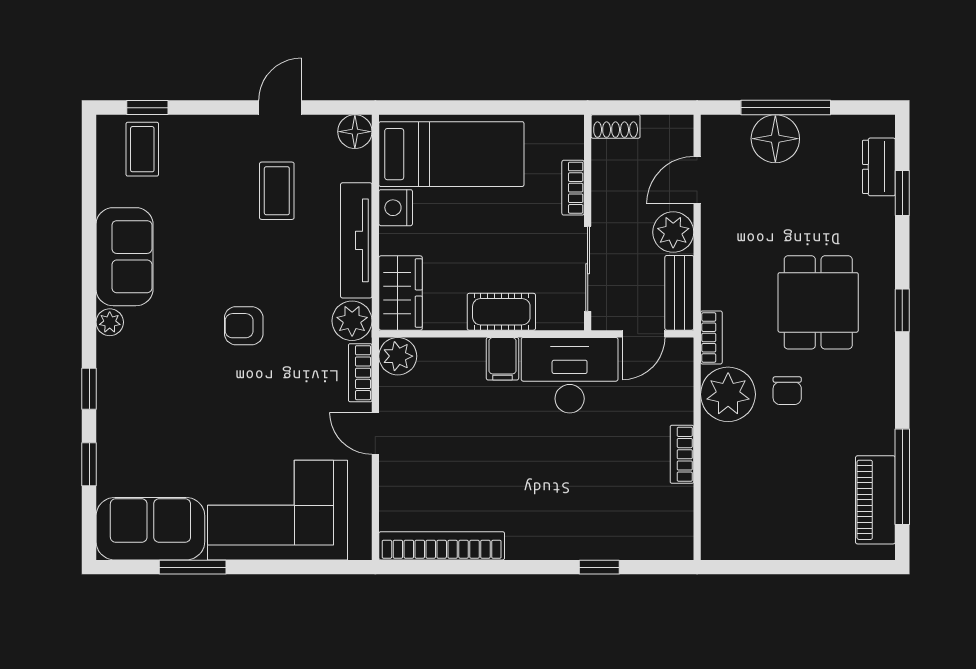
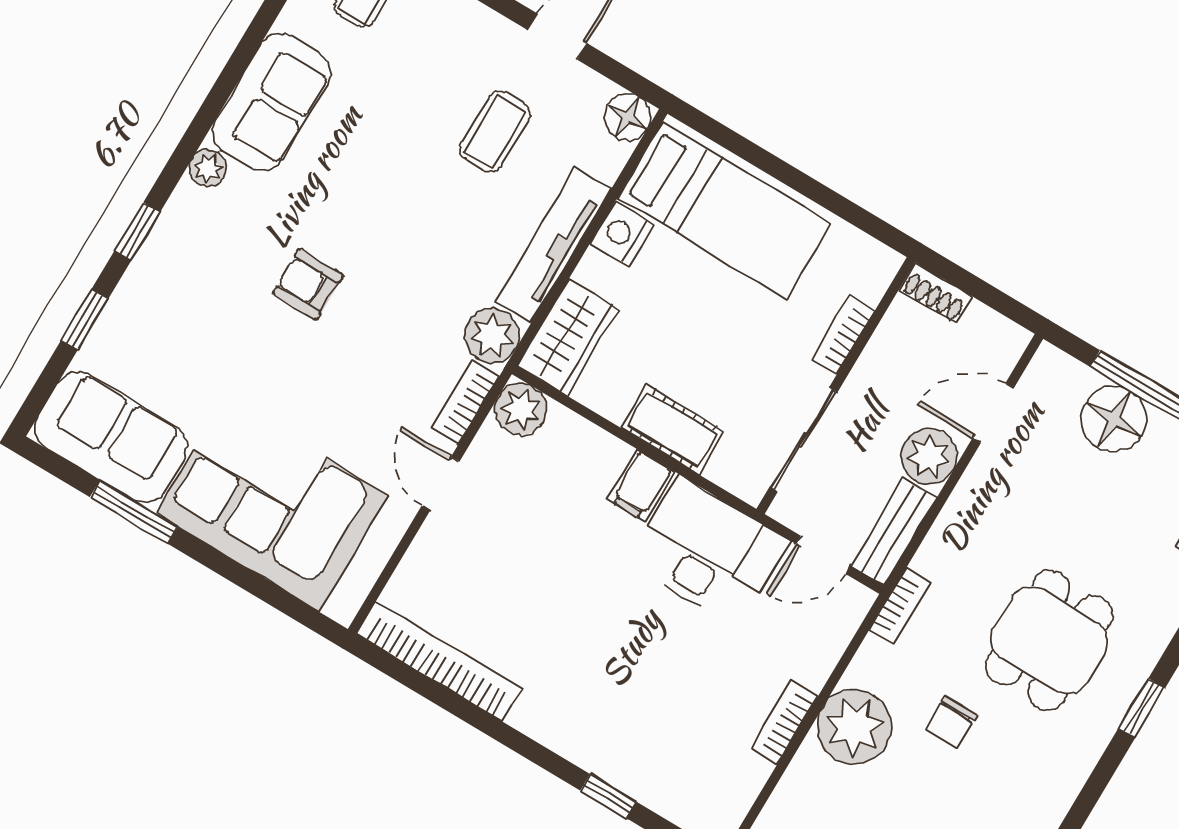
armchair: (244, 326) -> (308, 284), moved
plant: (728, 394) -> (854, 727), moved

